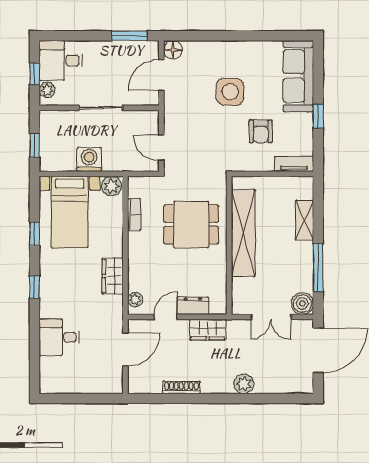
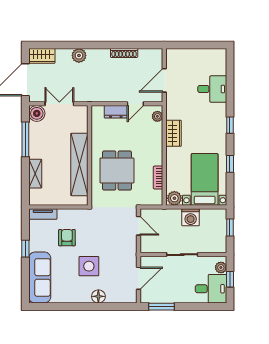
floor lamp: (173, 50) -> (98, 296), moved
dining table: (191, 224) -> (117, 170), turned 90
wardrobe: (208, 330) -> (42, 56), moved, turned 180

